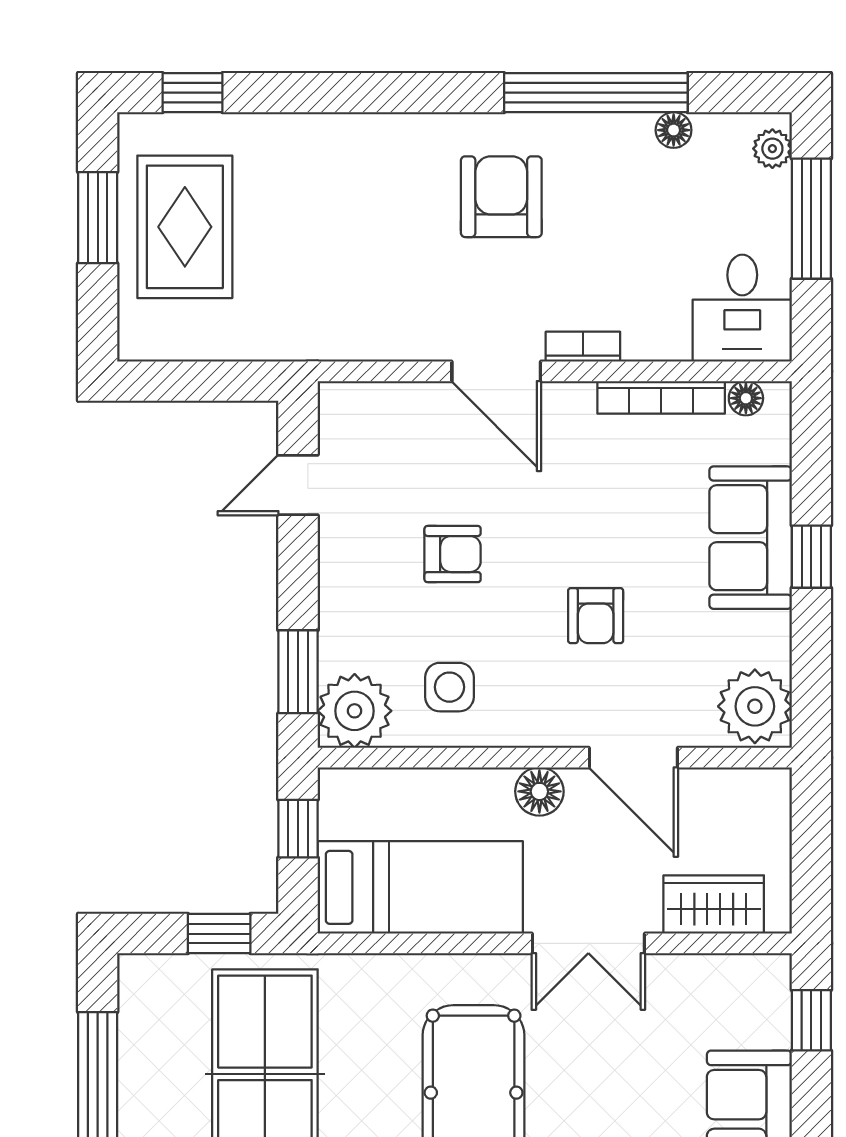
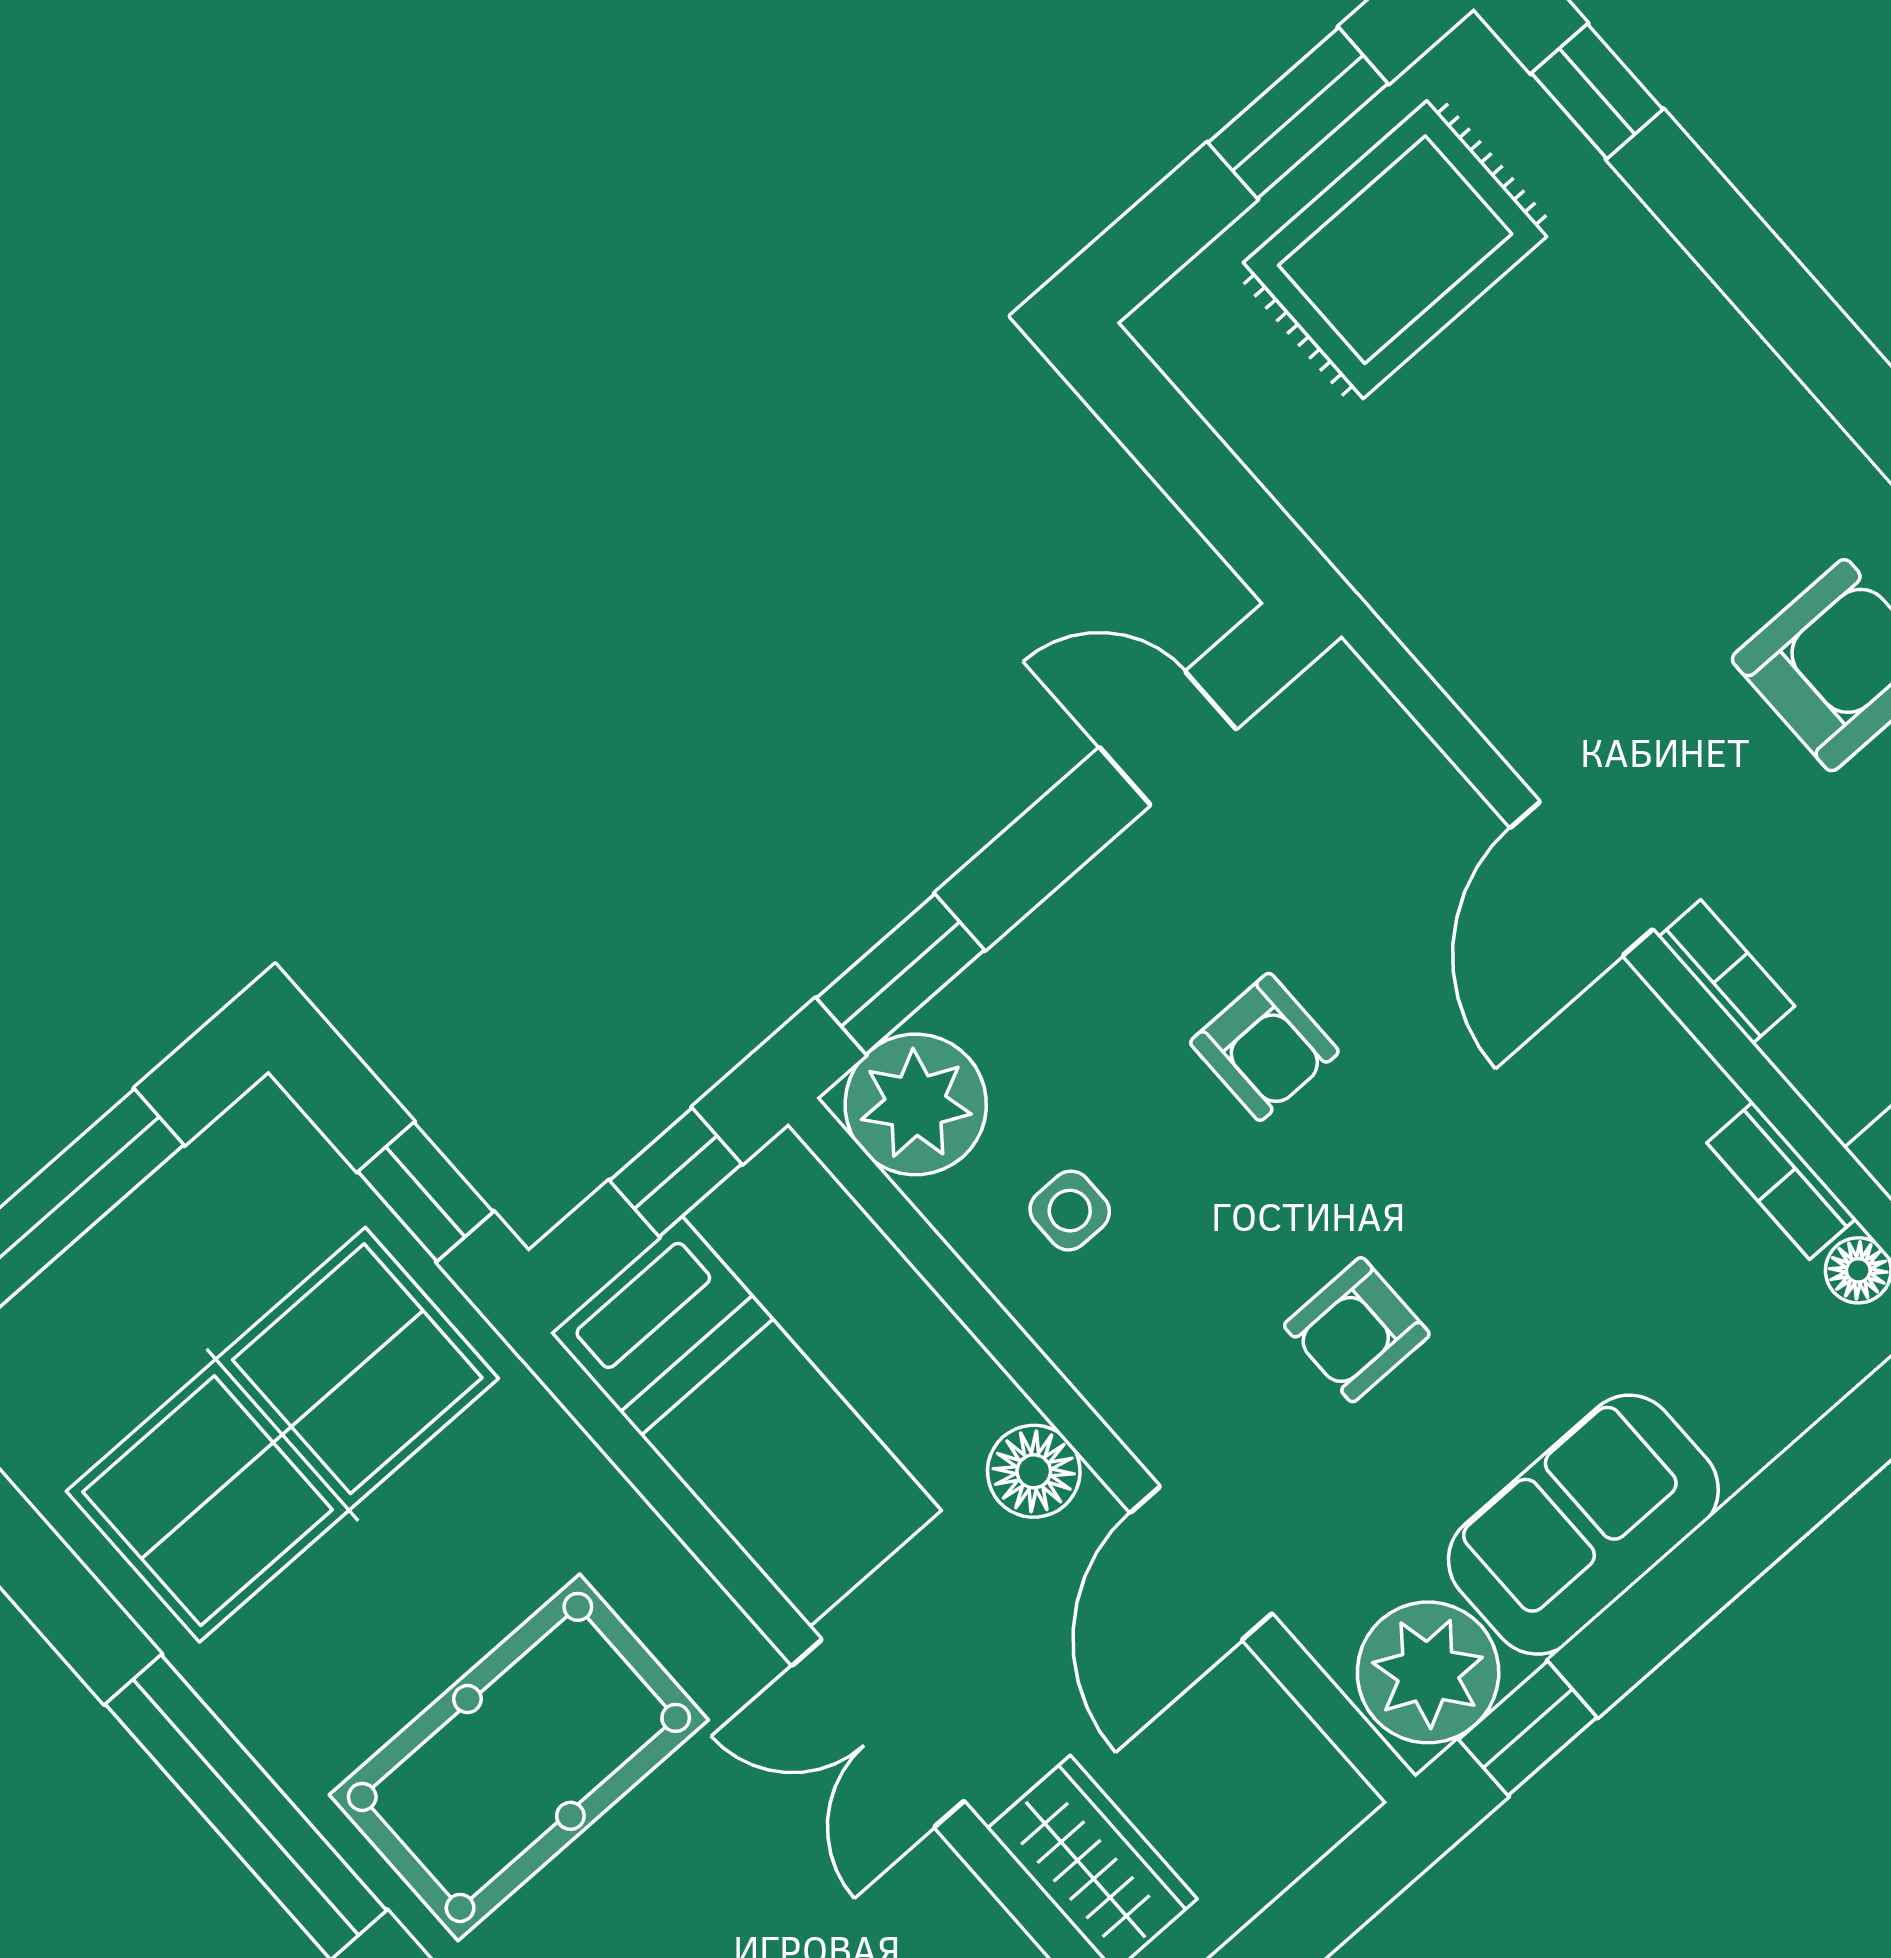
bookcase: (661, 397) -> (1781, 1181), width x0.64
sofa: (751, 538) -> (1583, 1525), moved
window: (811, 557) -> (1528, 1728), moved
side table: (449, 687) -> (1070, 1211), width x0.73, depth x0.73

